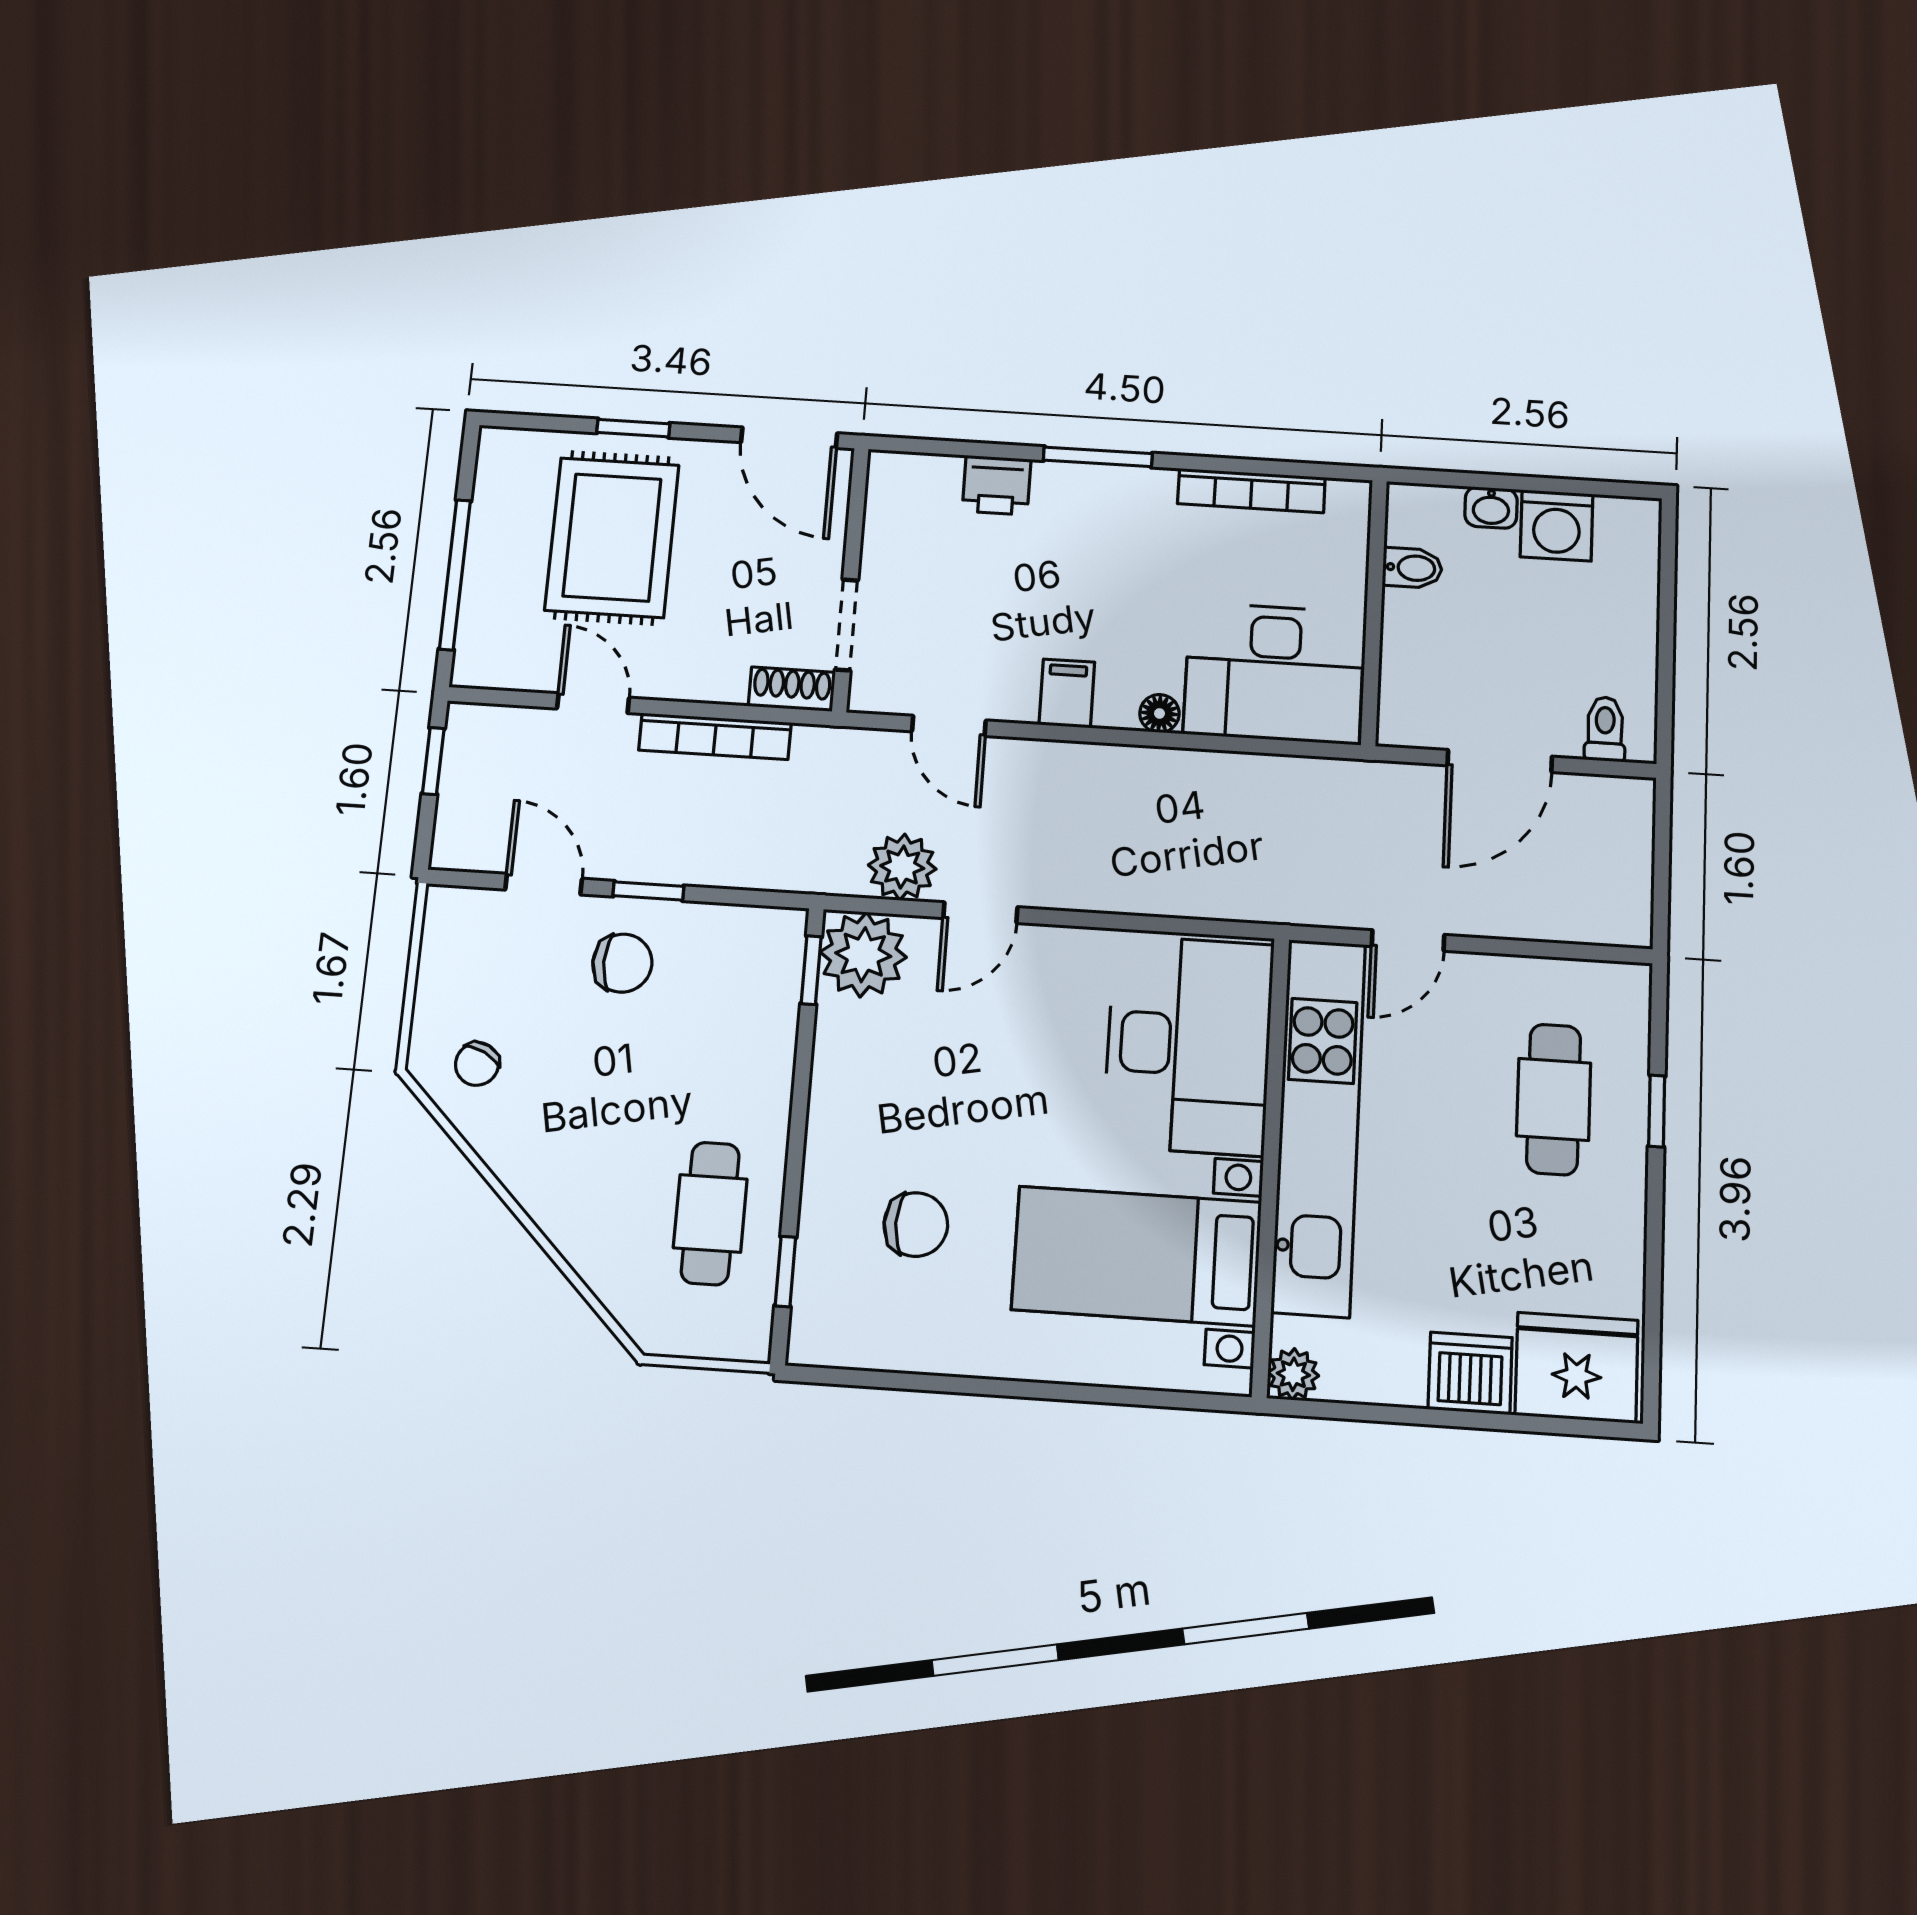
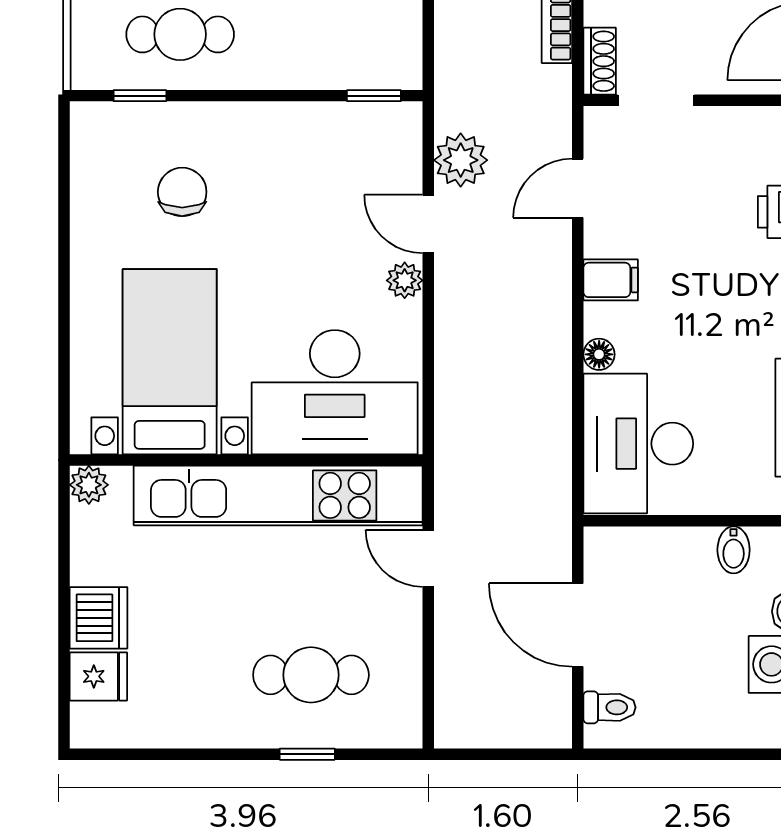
plant: (863, 955) -> (405, 280), moved, width x0.53, depth x0.53
chair: (916, 1225) -> (182, 192), turned 180
fridge: (1577, 1368) -> (98, 676), width x0.53, depth x0.75

